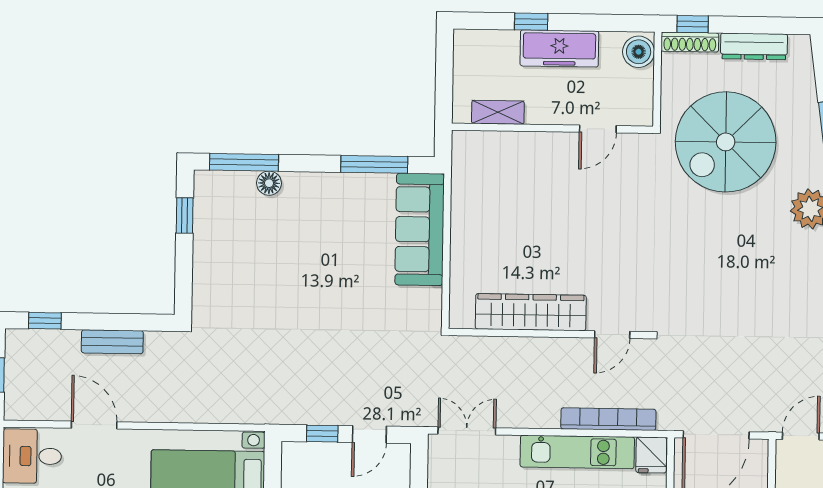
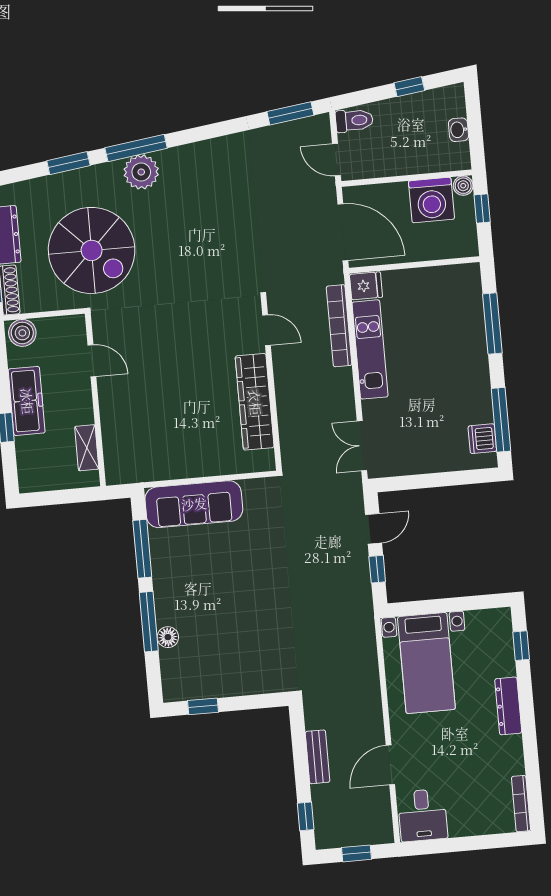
window: (244, 162) -> (149, 622), moved
door: (369, 434) -> (374, 529), hinge flipped

